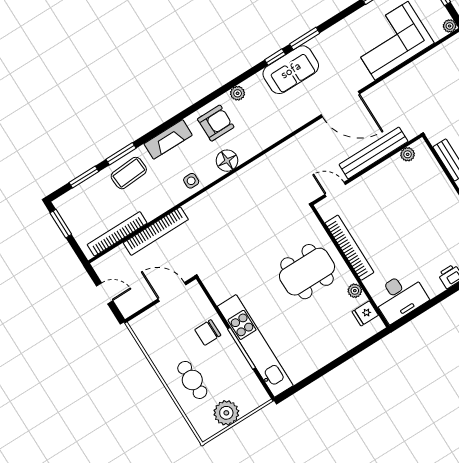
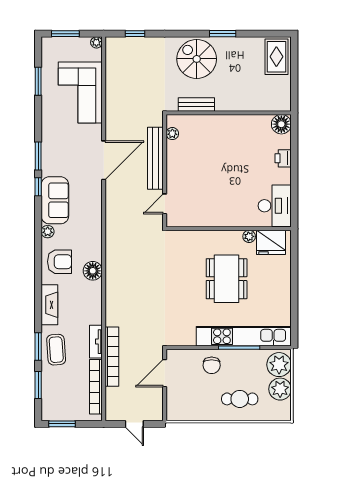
sofa: (291, 70) -> (55, 200), moved
armchair: (216, 123) -> (60, 262), turned 90
side table: (191, 181) -> (91, 307), removed
tv unit: (161, 206) -> (96, 342), added
bookcase: (349, 248) -> (215, 220), removed
dining table: (307, 272) -> (227, 279), moved
door: (105, 293) -> (134, 424), swing flipped
fridge: (365, 313) -> (271, 242), width x1.88, depth x1.34
plant: (249, 397) -> (279, 365), added

